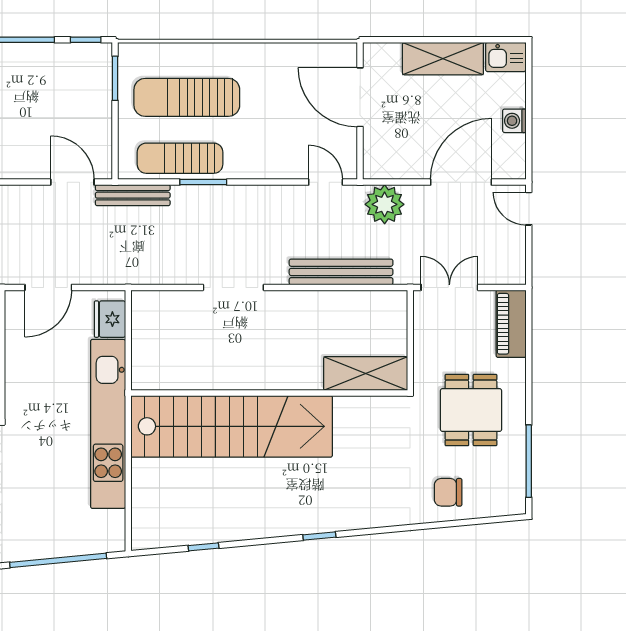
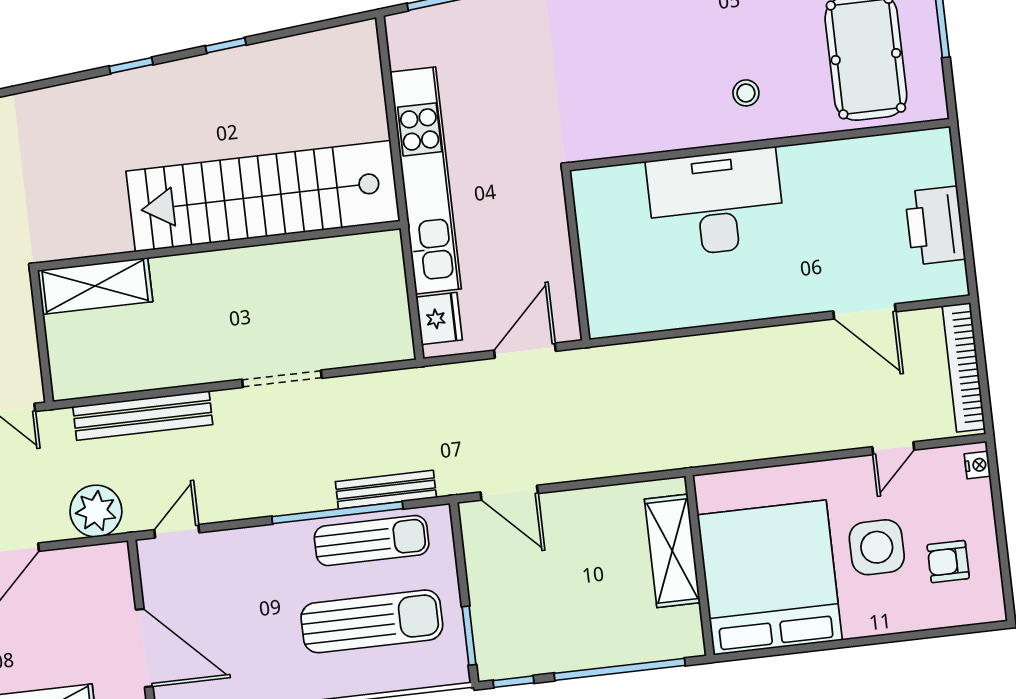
window: (203, 182) -> (337, 513), width x2.11
door: (326, 182) -> (177, 531), swing flipped
bench: (133, 195) -> (386, 490), moved
window: (204, 547) -> (226, 45), moved

